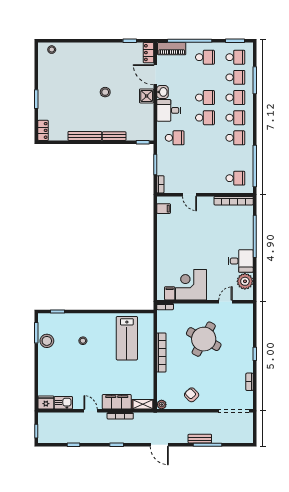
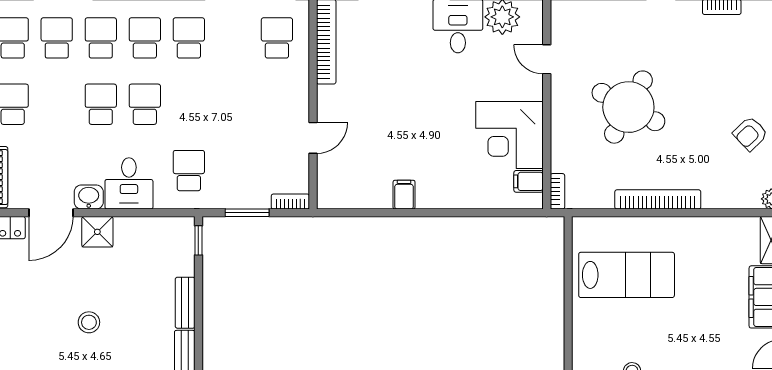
filing cabinet: (164, 209) -> (404, 195), moved

